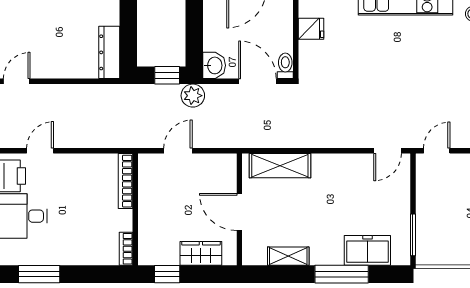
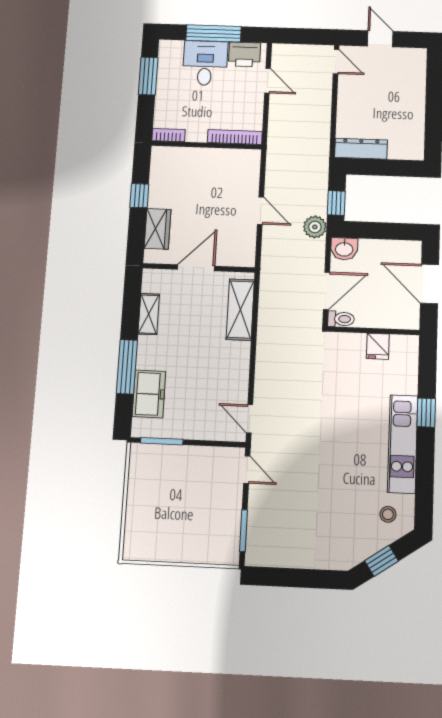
bookcase: (125, 181) -> (235, 137), moved
wall: (135, 209) -> (206, 145), moved
bookcase: (126, 249) -> (168, 135), moved

